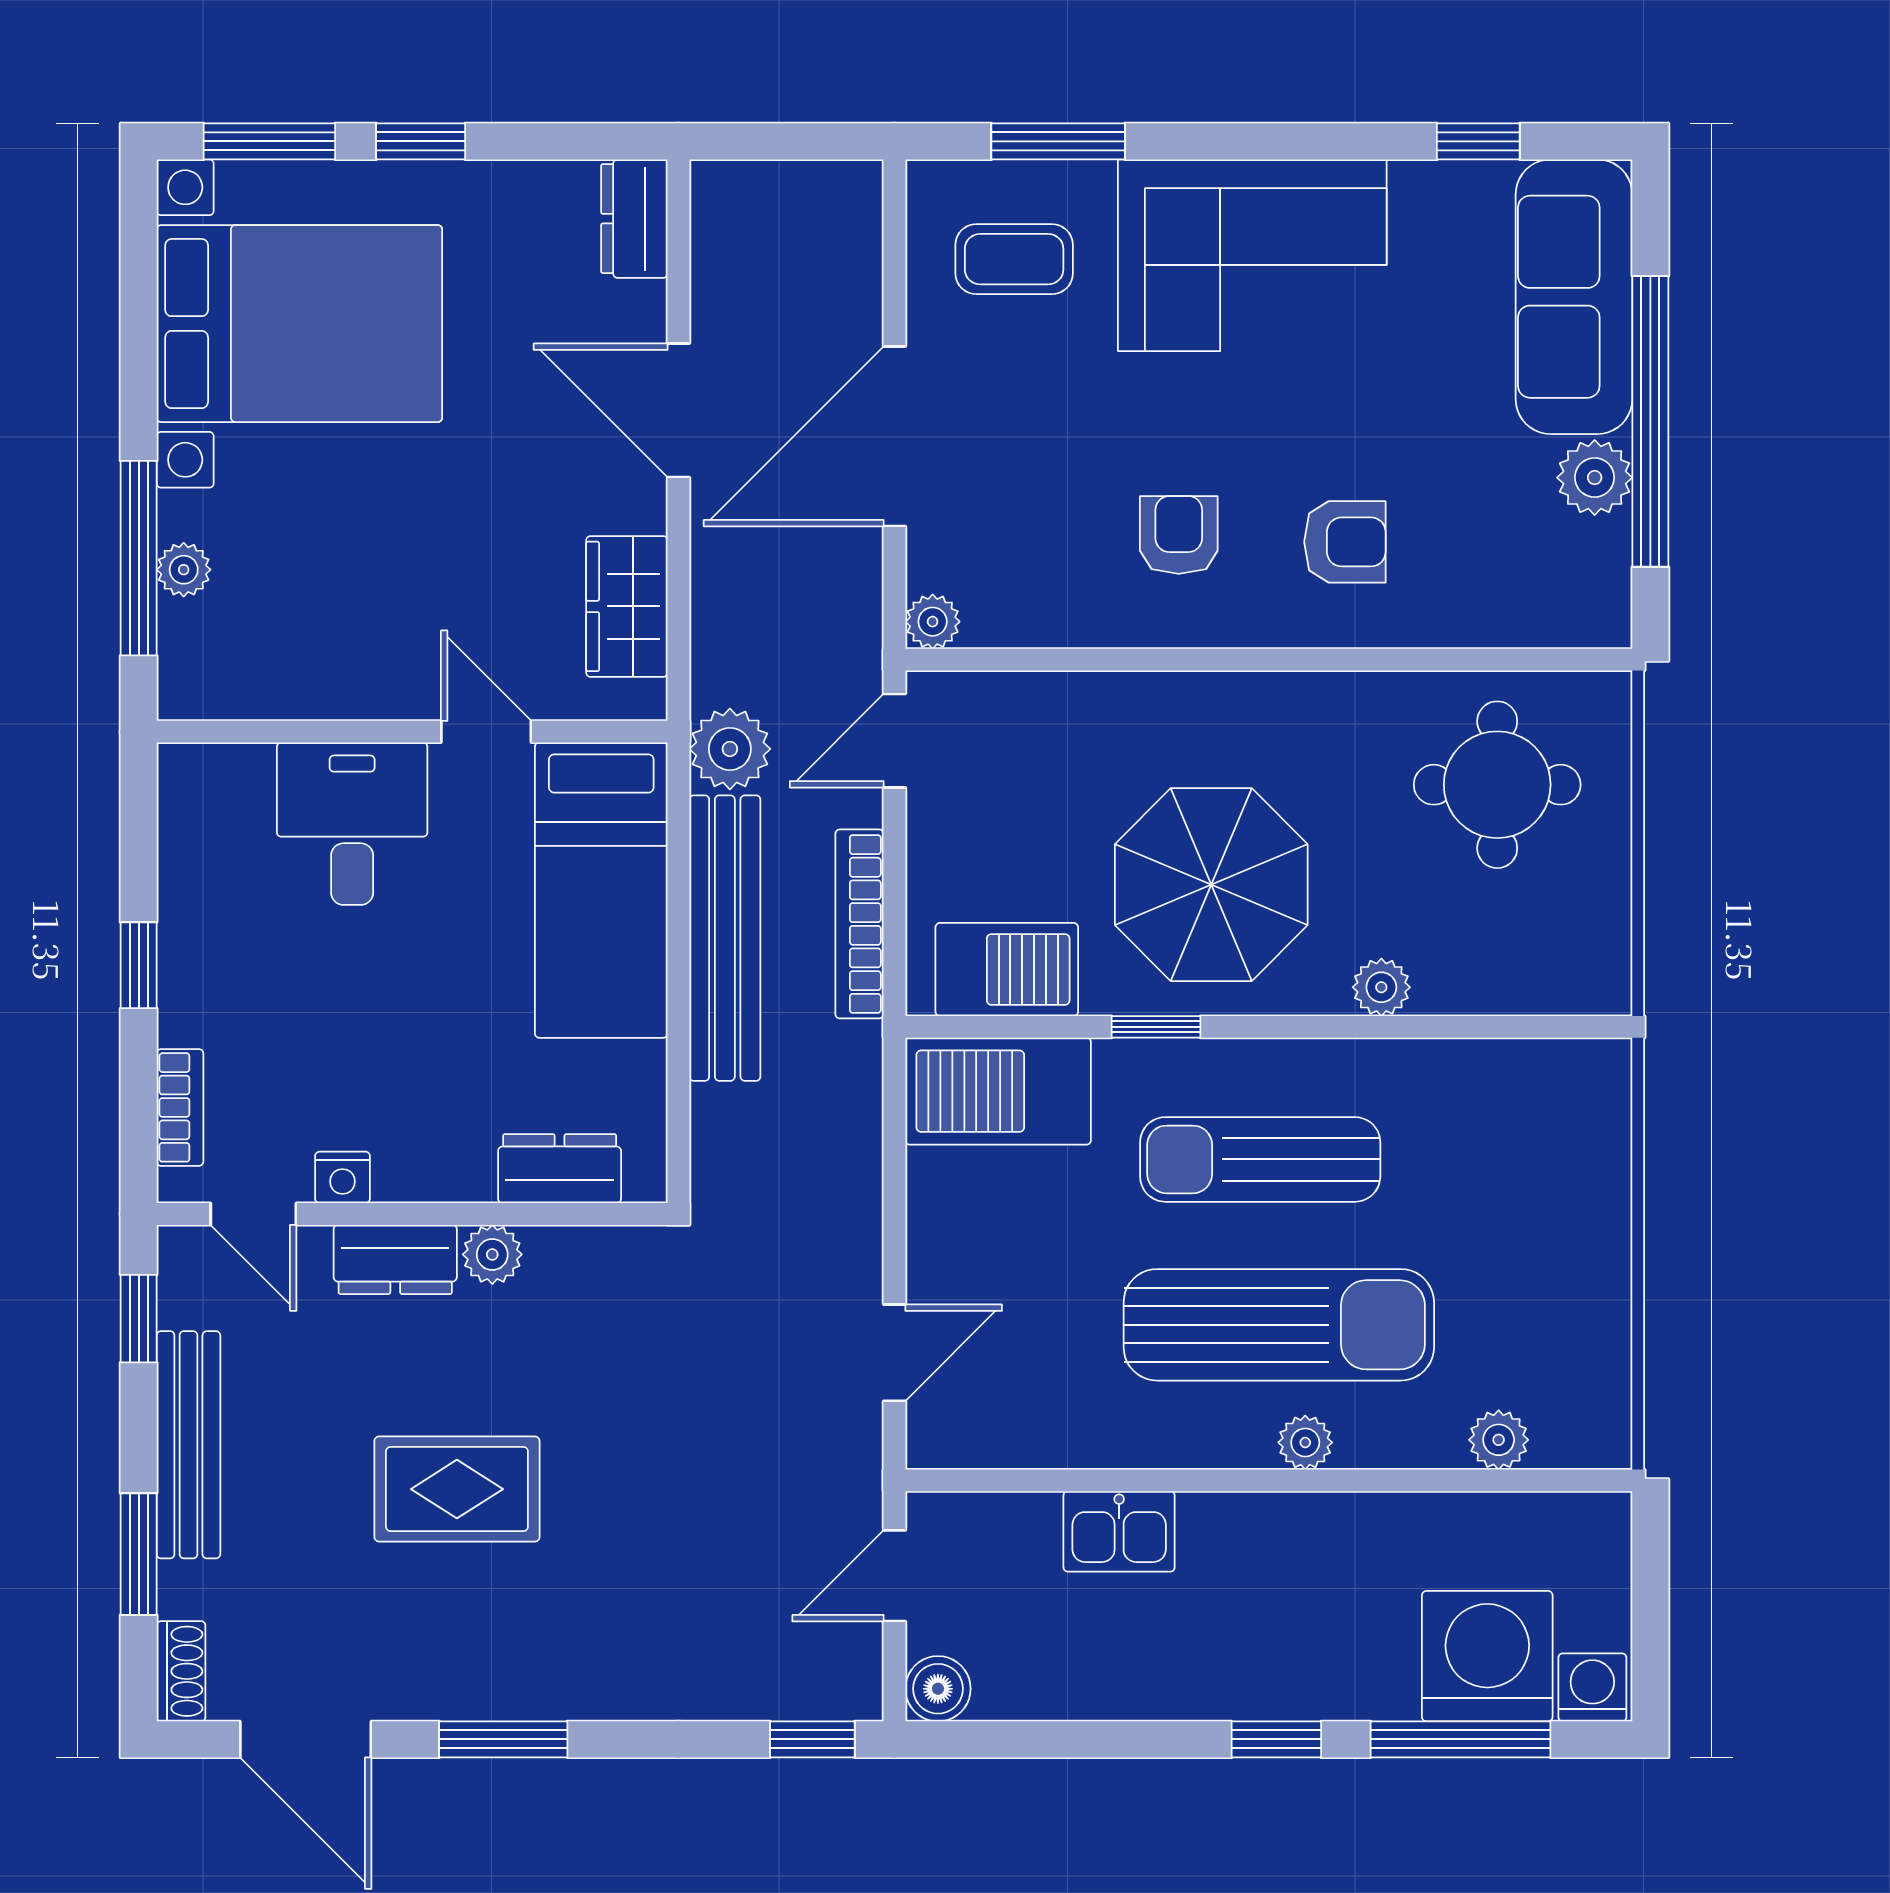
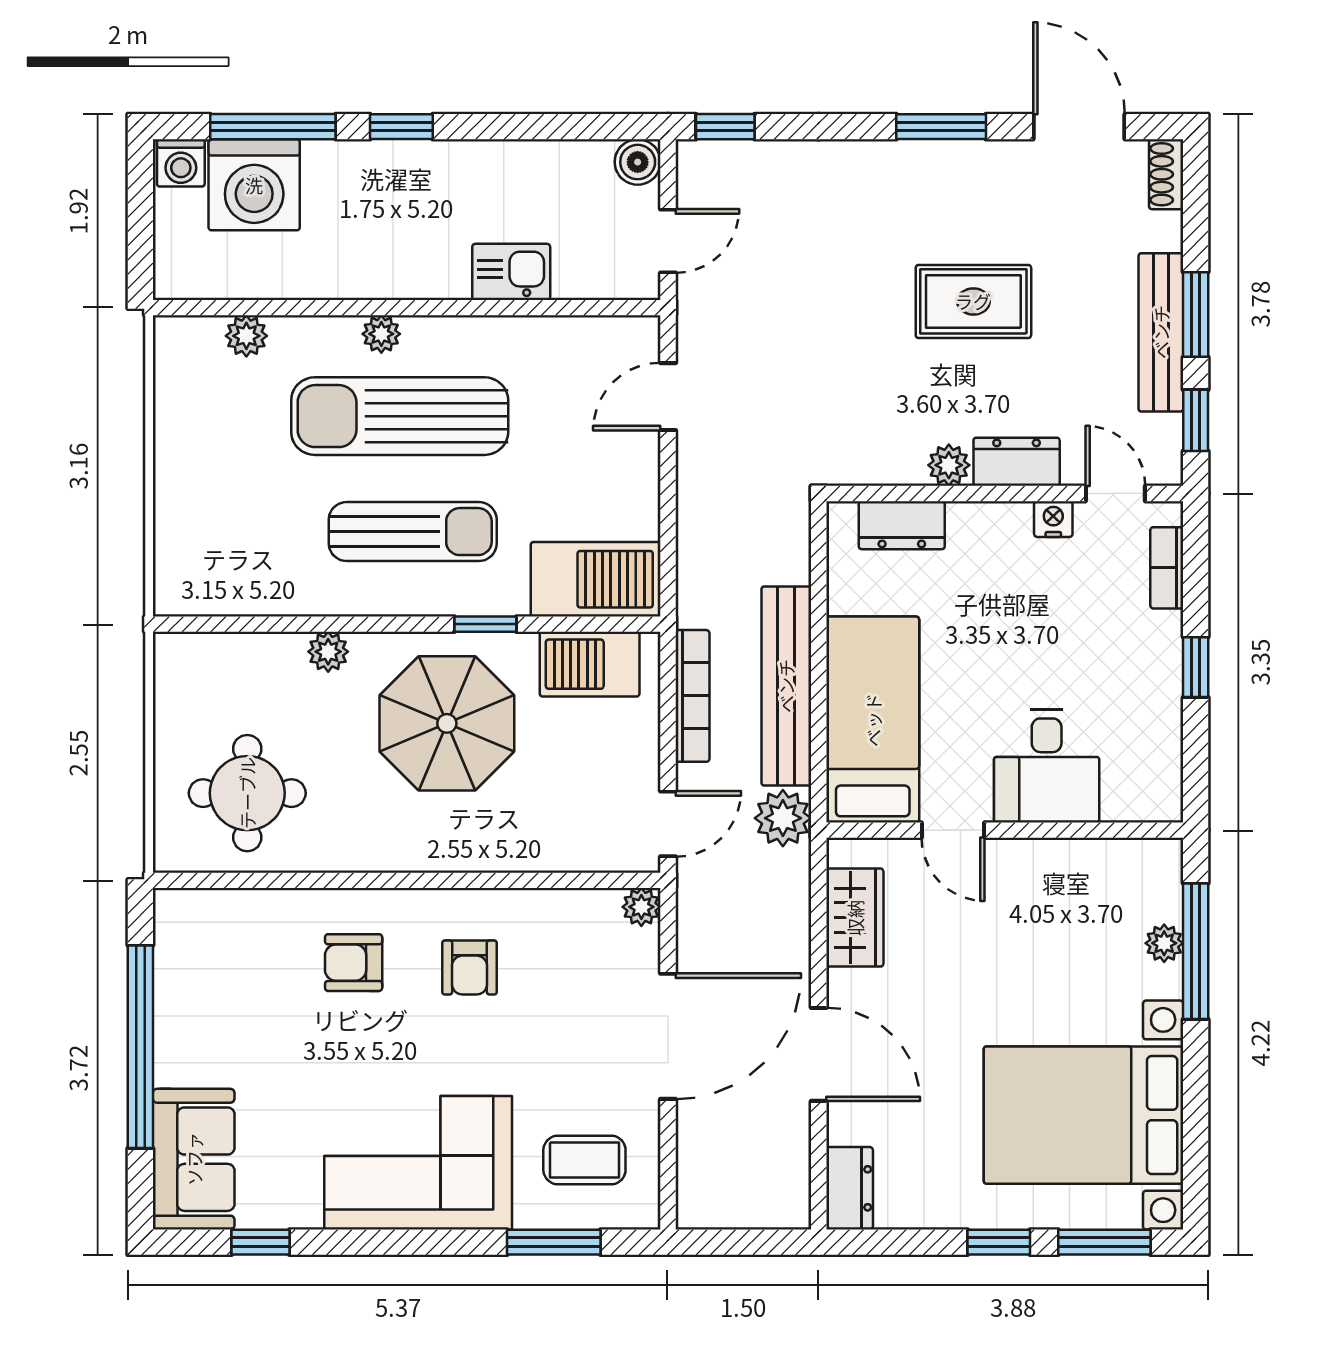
sofa: (1574, 297) -> (194, 1159), width x0.73
plant: (1595, 478) -> (179, 1008), removed
window: (139, 1554) -> (1196, 314), moved

